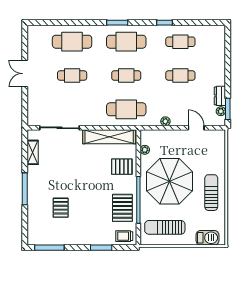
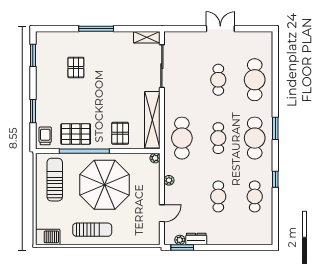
plant: (145, 150) -> (155, 158), moved
shelving: (33, 152) -> (147, 37), moved
pallet: (61, 208) -> (76, 67), turned 90
barbecue: (207, 238) -> (48, 237), moved, turned -90
window: (49, 248) -> (33, 55), width x0.69

